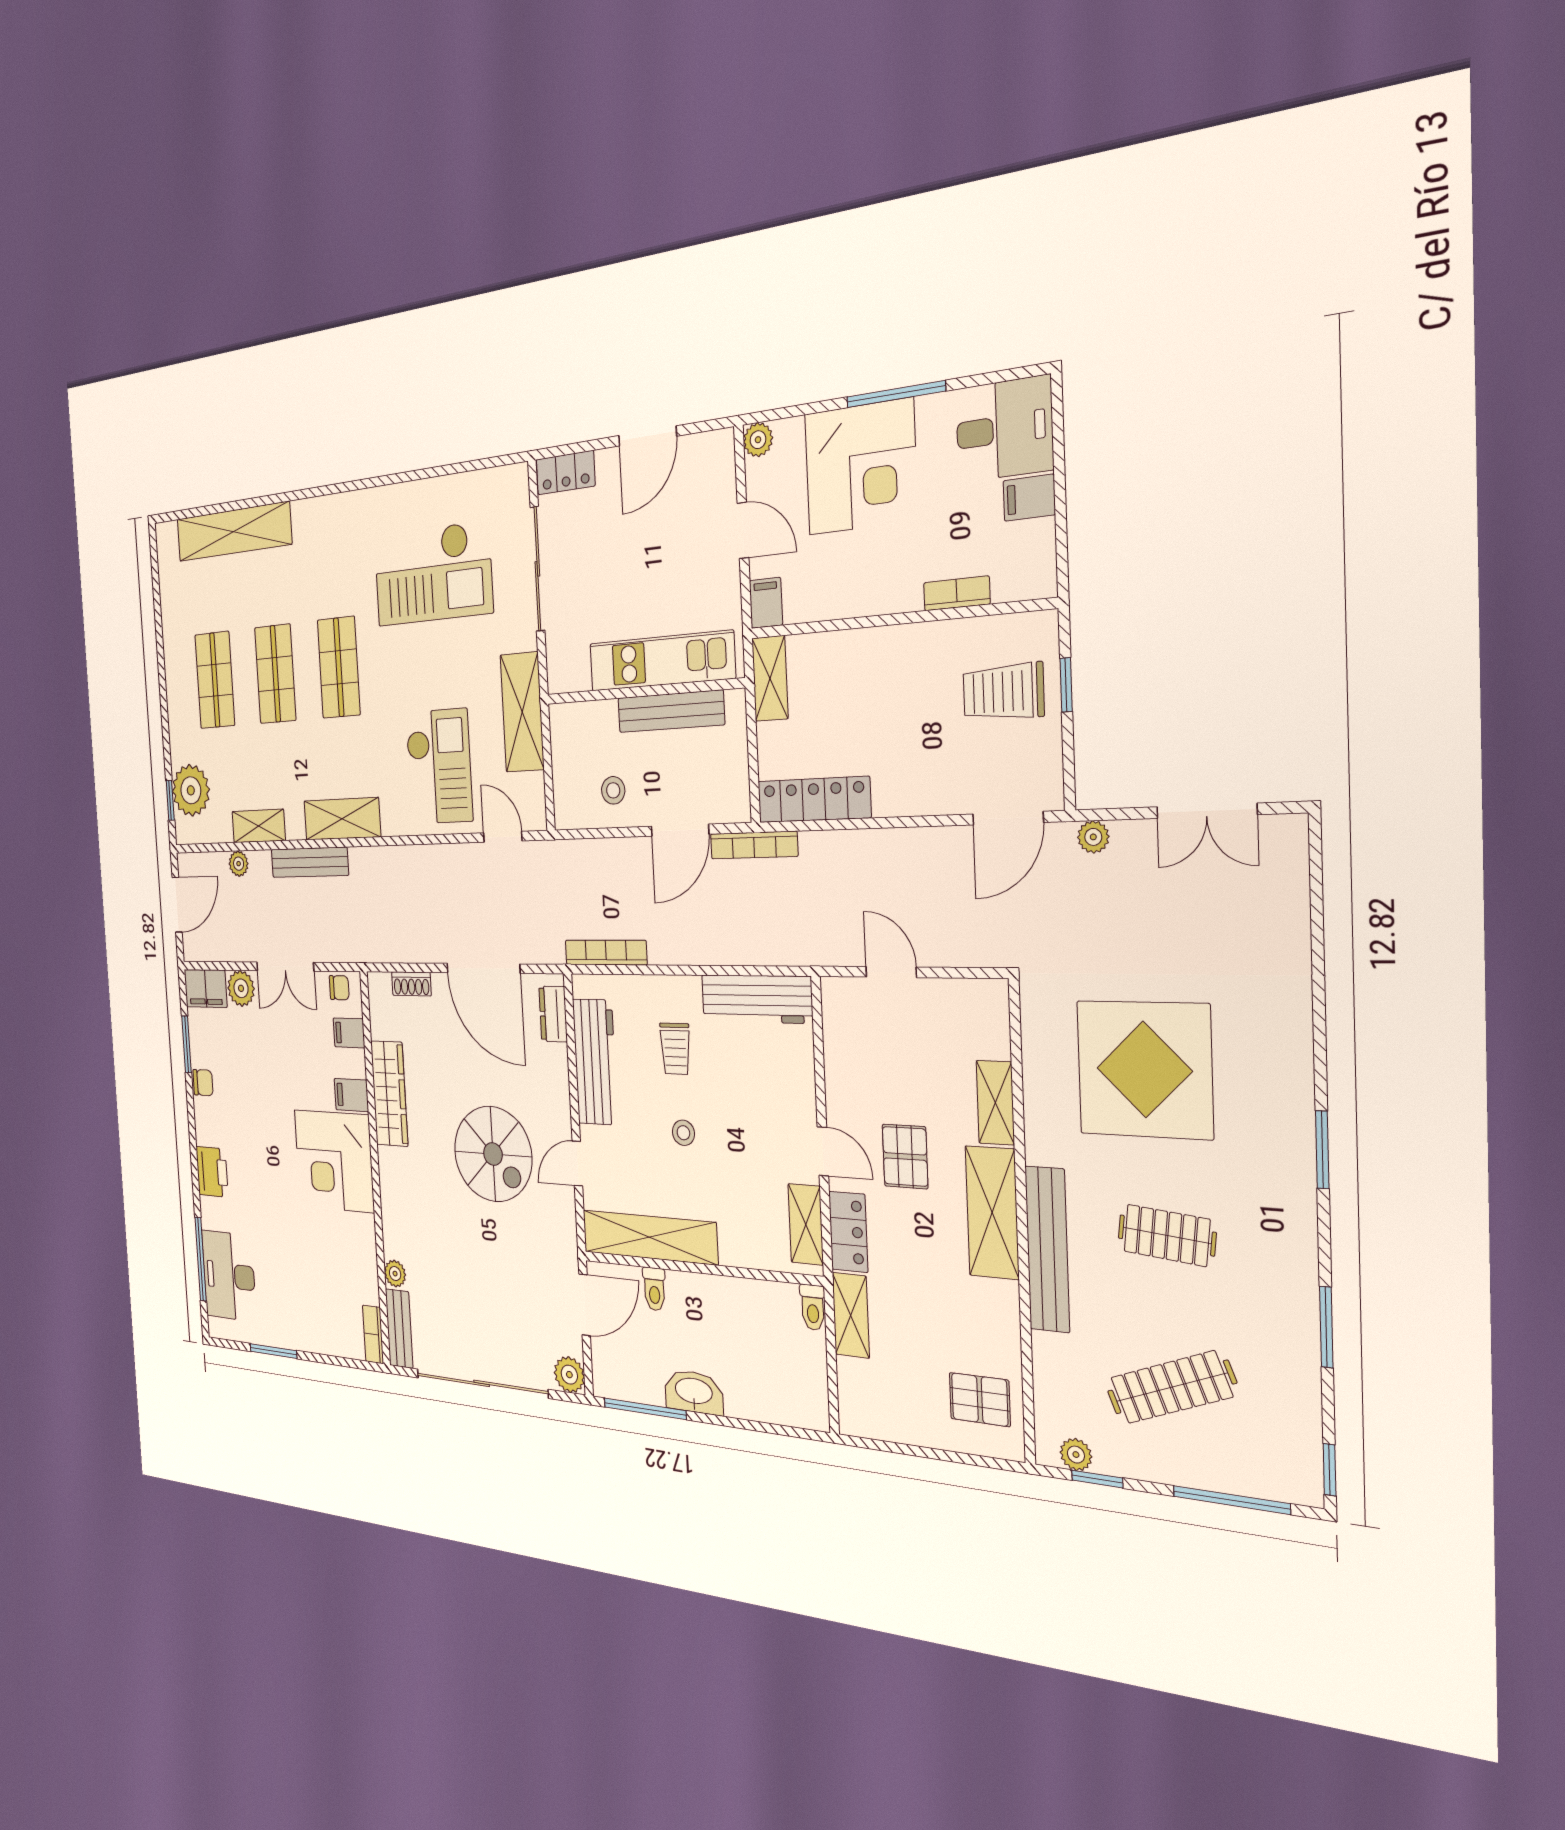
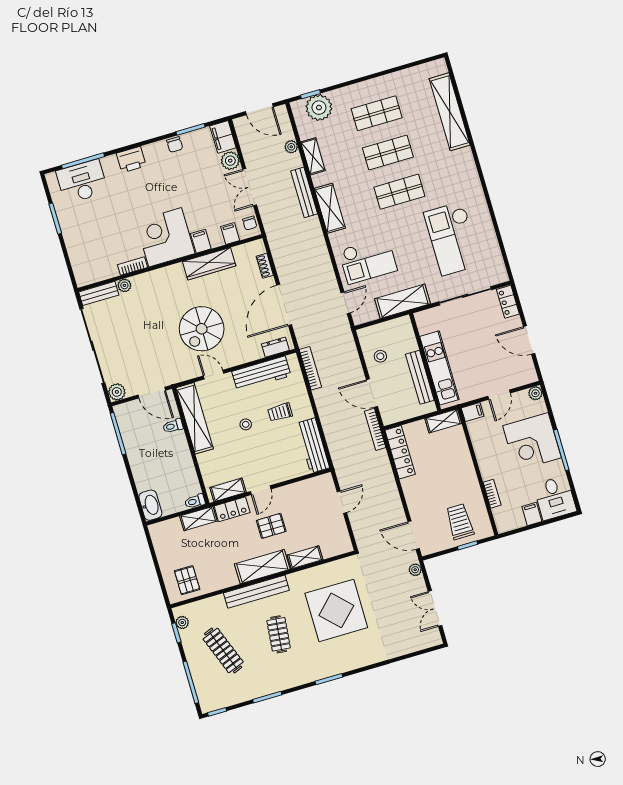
bookcase: (373, 1334) -> (132, 266), moved
washbasin: (694, 1392) -> (150, 505), moved

